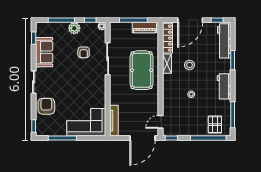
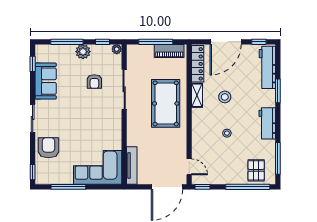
door: (161, 122) -> (189, 167), swing flipped

